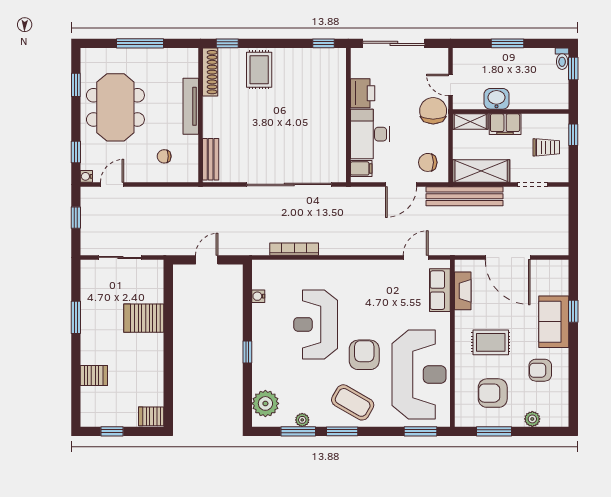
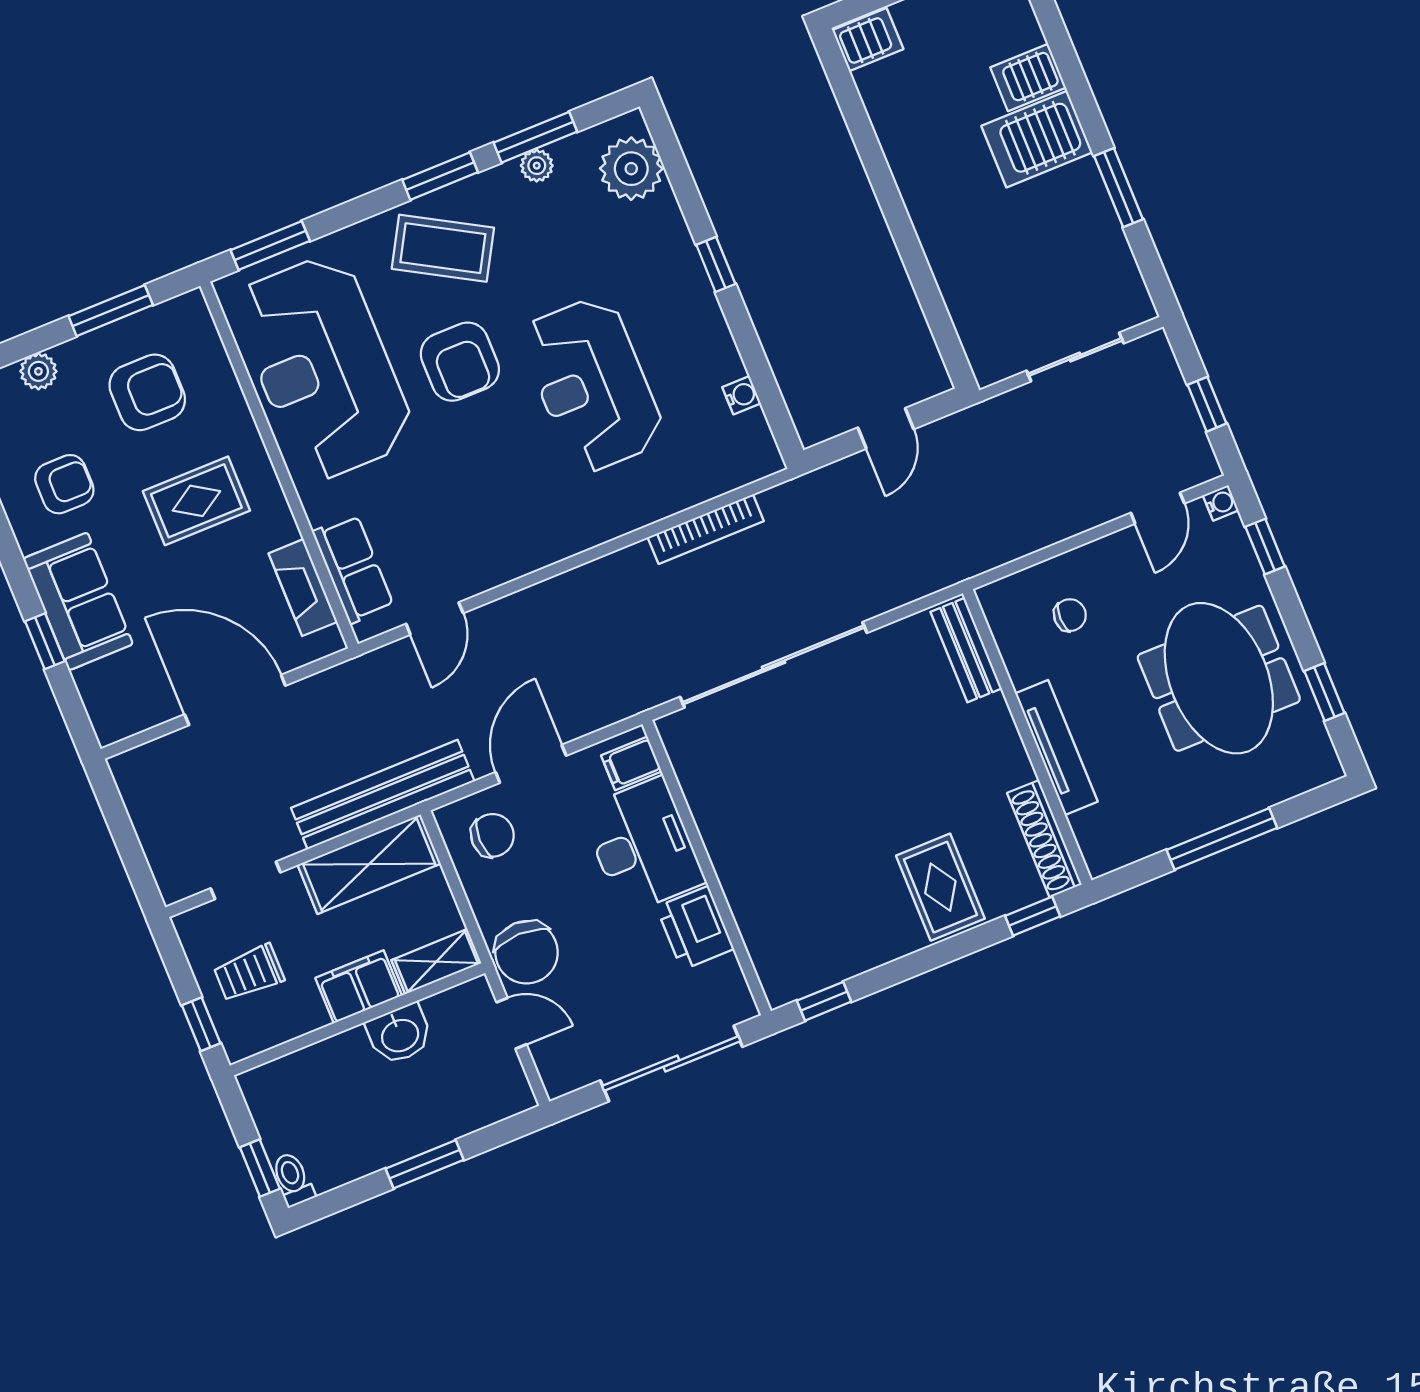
server rack: (144, 318) -> (1037, 139), moved, turned 180
reception desk: (316, 324) -> (592, 385), turned 180

